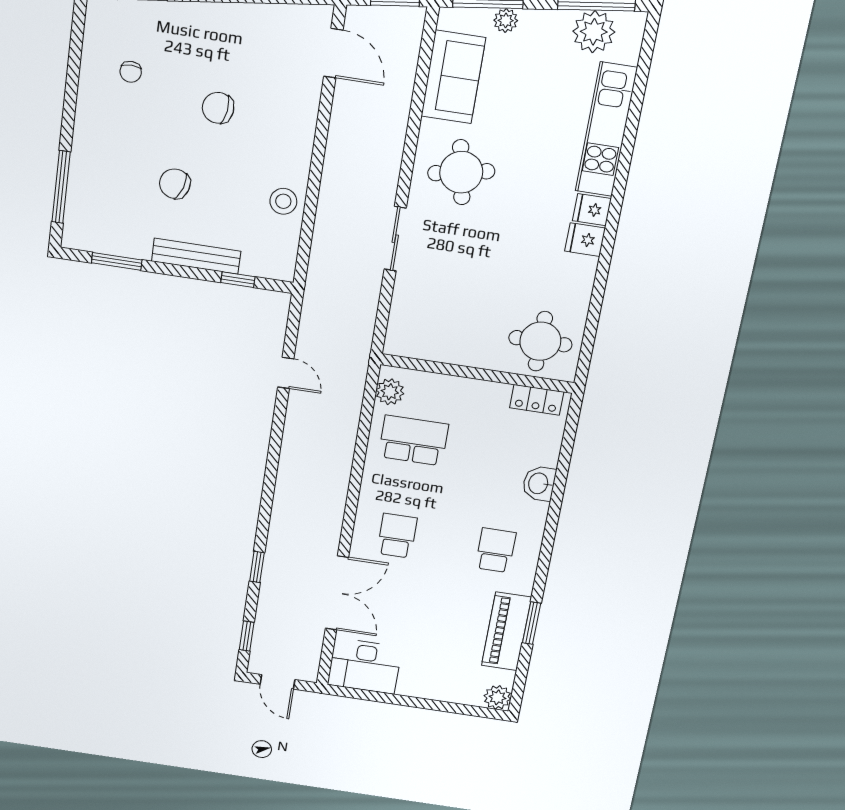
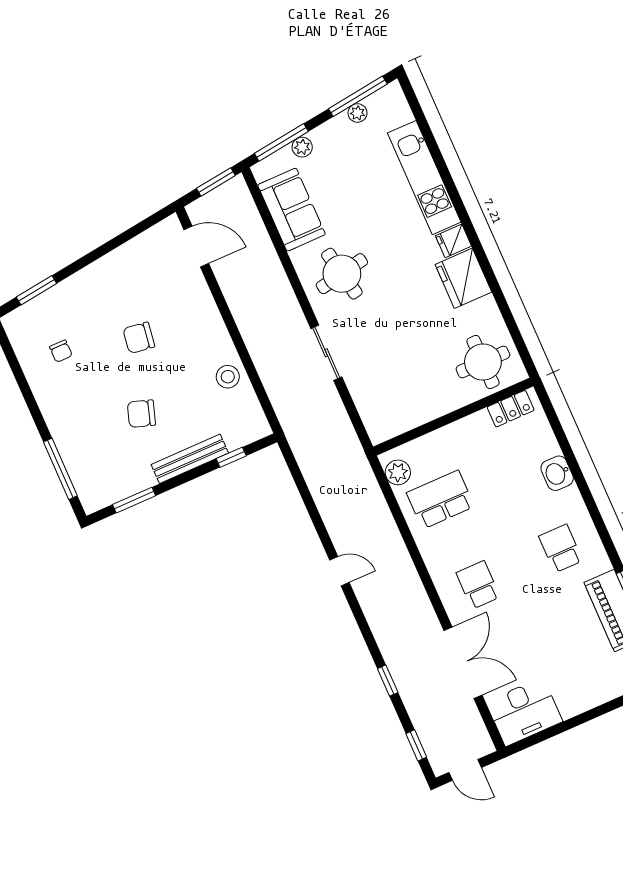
plant: (594, 32) -> (358, 113), width x0.53, depth x0.53
fridge: (585, 240) -> (463, 278), width x1.88, depth x1.34
door: (286, 373) -> (339, 571), moved

